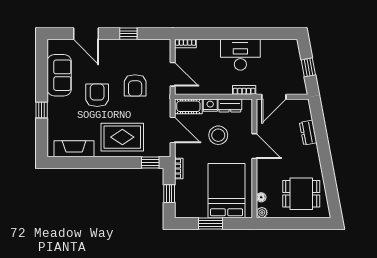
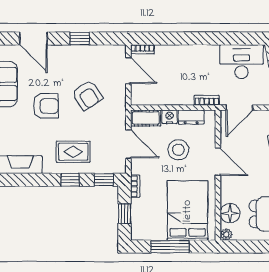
desk: (240, 55) -> (241, 62), moved
door: (173, 74) -> (128, 71), moved
armchair: (135, 85) -> (87, 95), turned -33
armchair: (97, 95) -> (46, 106), turned 90
rug: (122, 137) -> (73, 152), width x0.73, depth x0.70
window: (120, 163) -> (70, 180), added
floor lamp: (261, 197) -> (230, 213), width x1.89, depth x1.89
window: (210, 224) -> (170, 247), width x1.44

